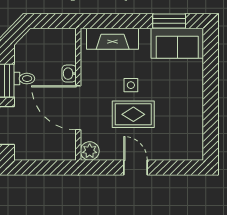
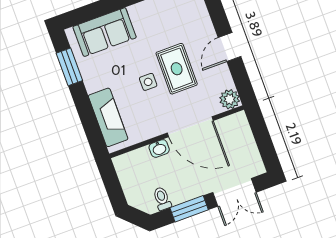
sofa: (177, 43) -> (105, 32), moved, turned 90
toilet: (24, 79) -> (162, 199), moved
door: (78, 108) -> (190, 127), hinge flipped

